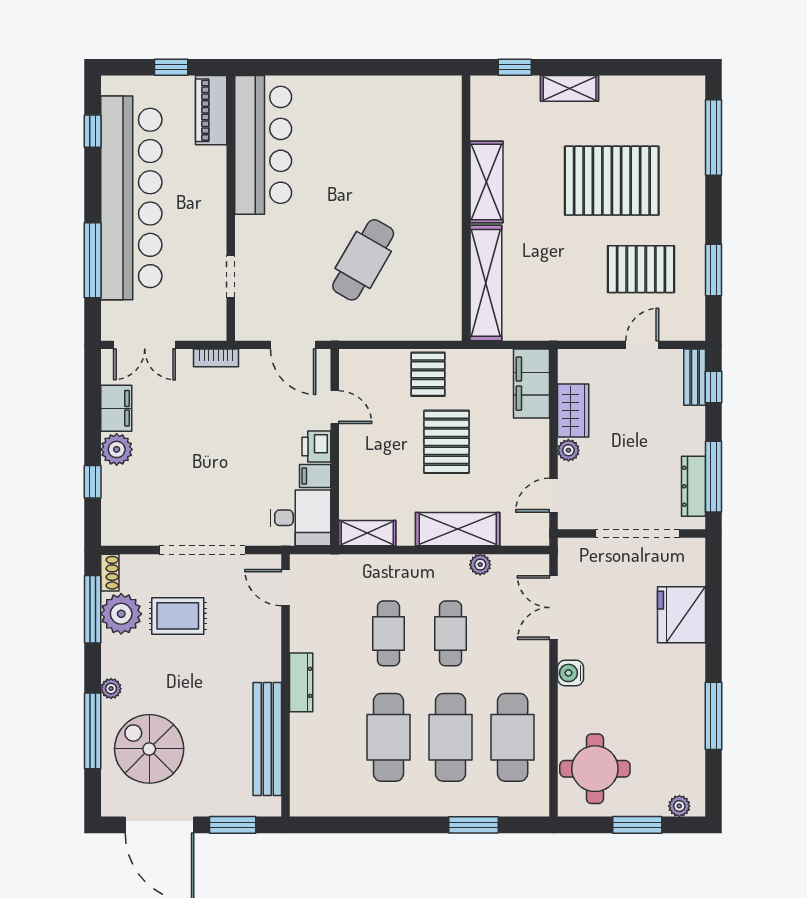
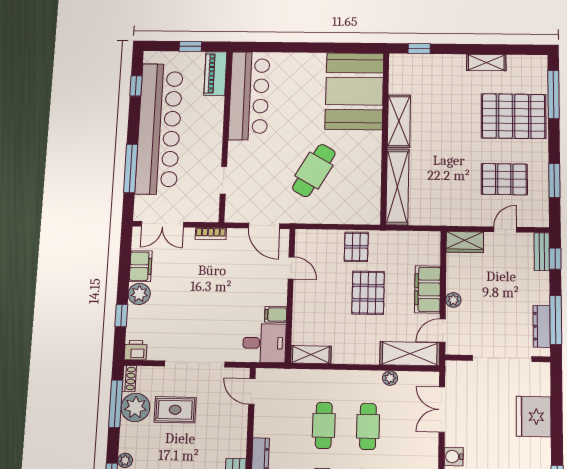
shelving: (570, 88) -> (486, 63), moved
booth: (420, 136) -> (354, 91), added
pallet: (612, 181) -> (514, 116), moved
filing cabinet: (531, 384) -> (428, 289), moved
wardrobe: (573, 411) -> (465, 242), moved, turned 90
printer: (316, 447) -> (136, 350), moved, turned 90
shelving: (458, 529) -> (410, 354), moved

